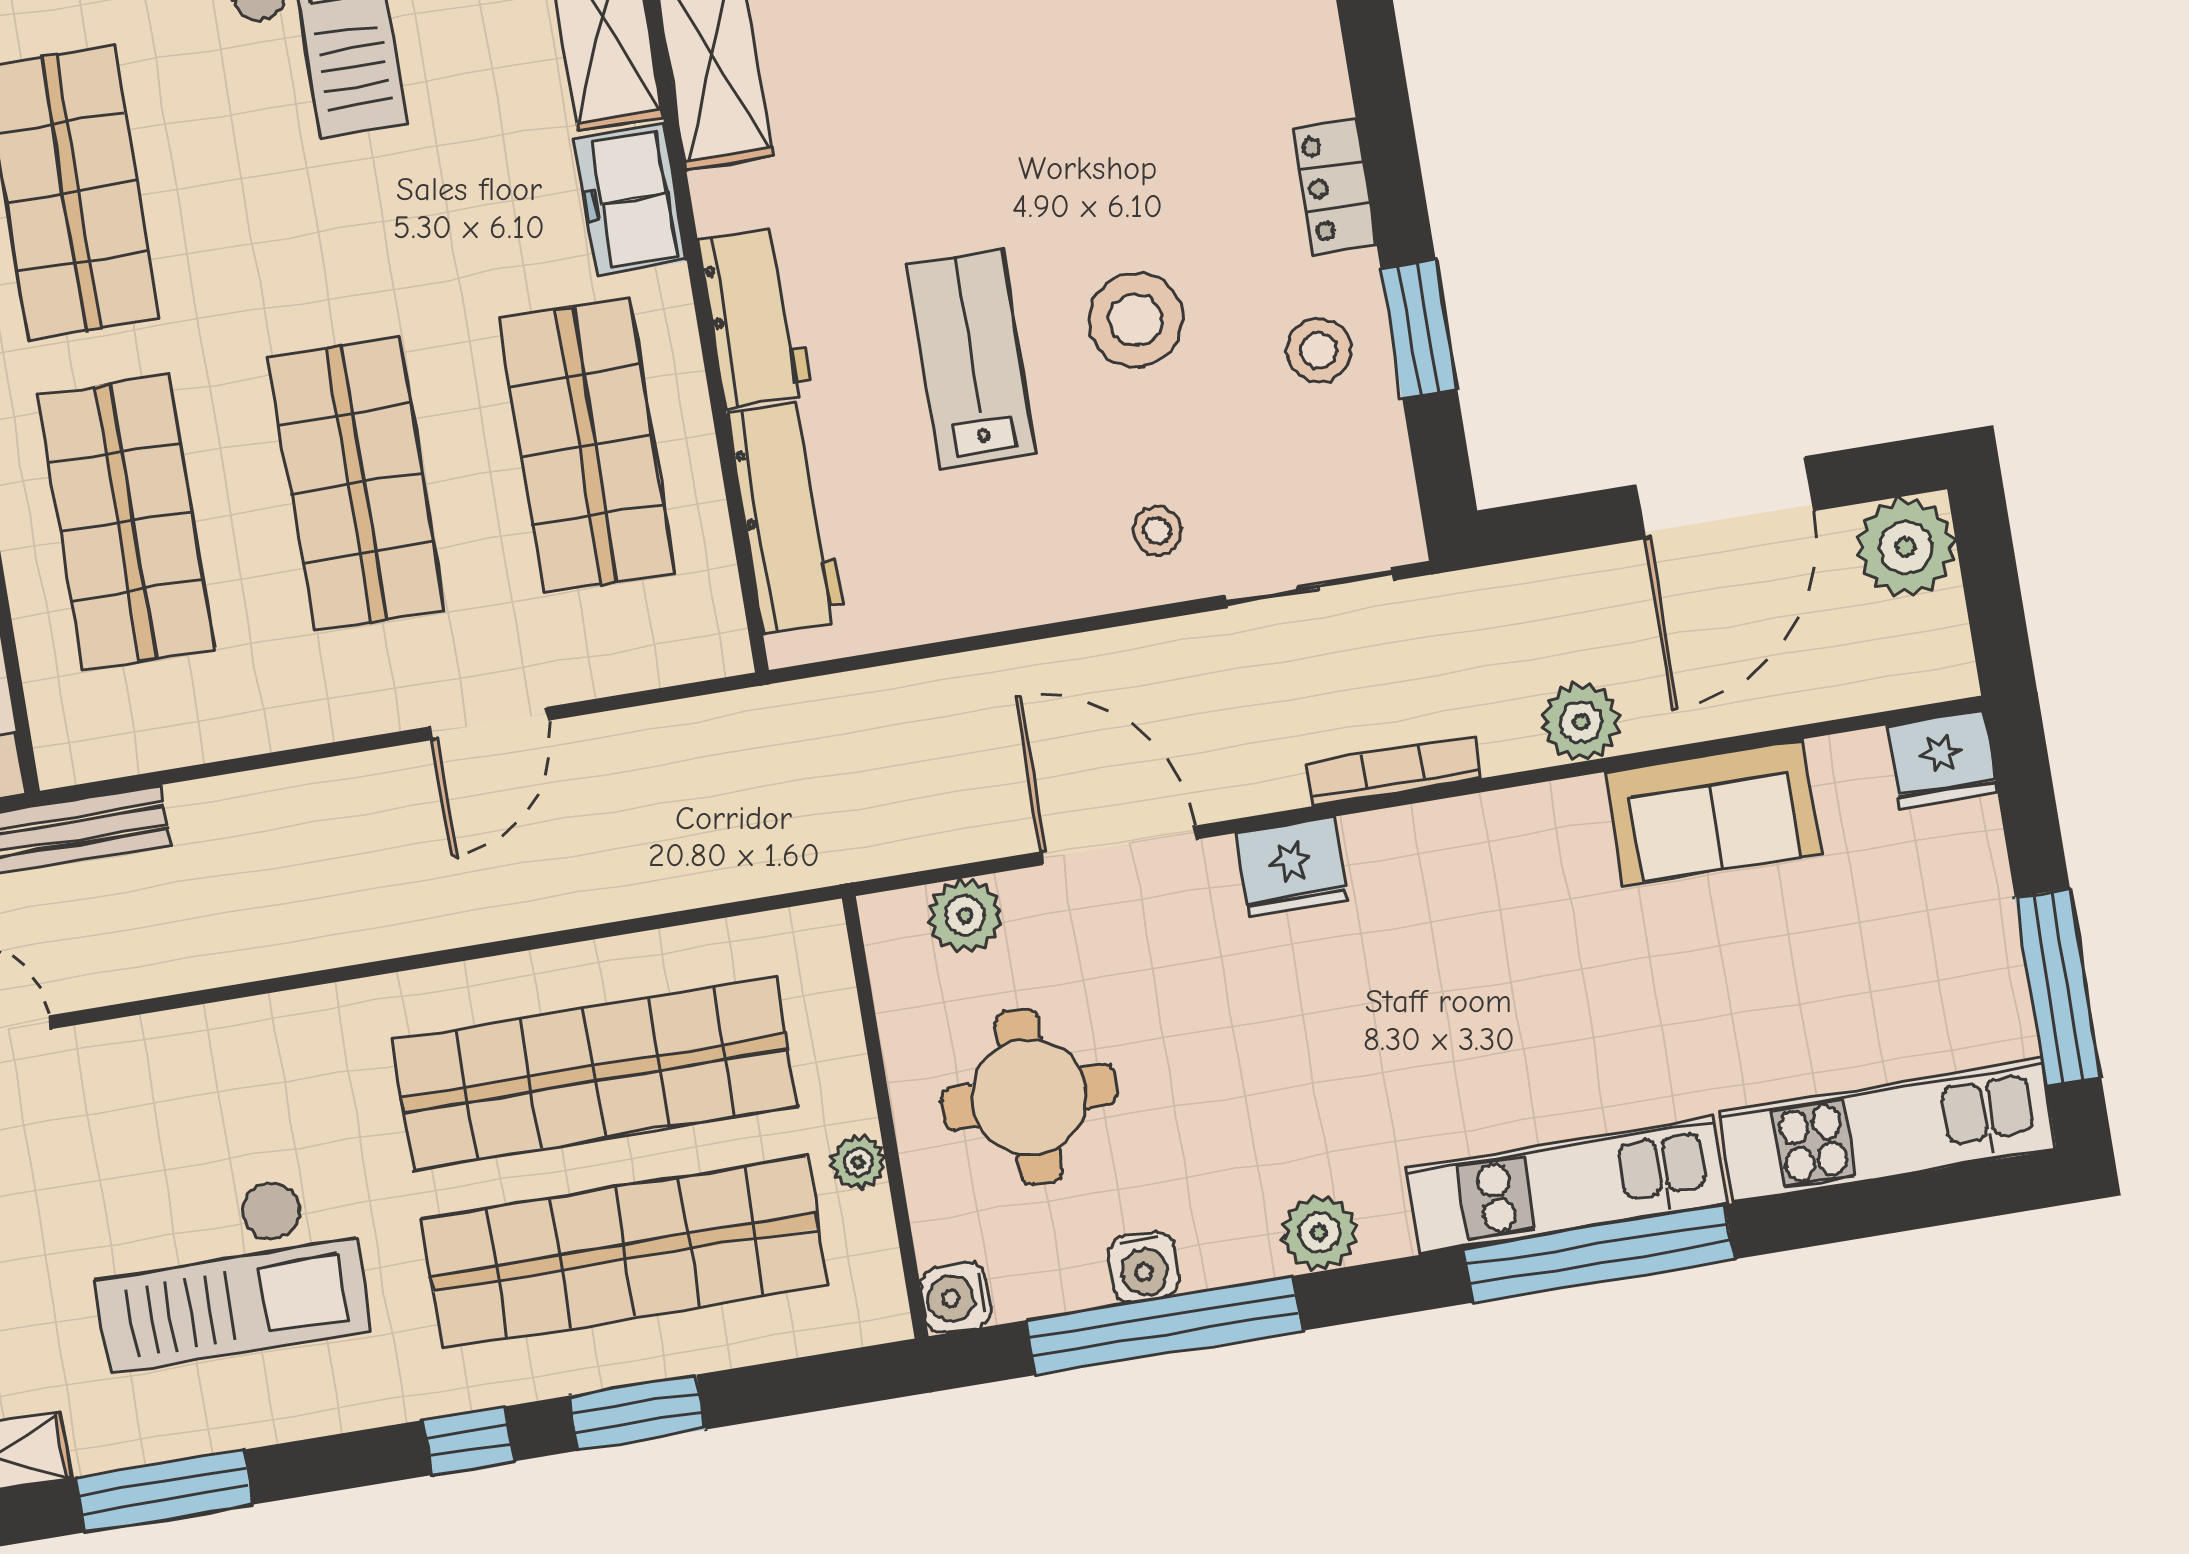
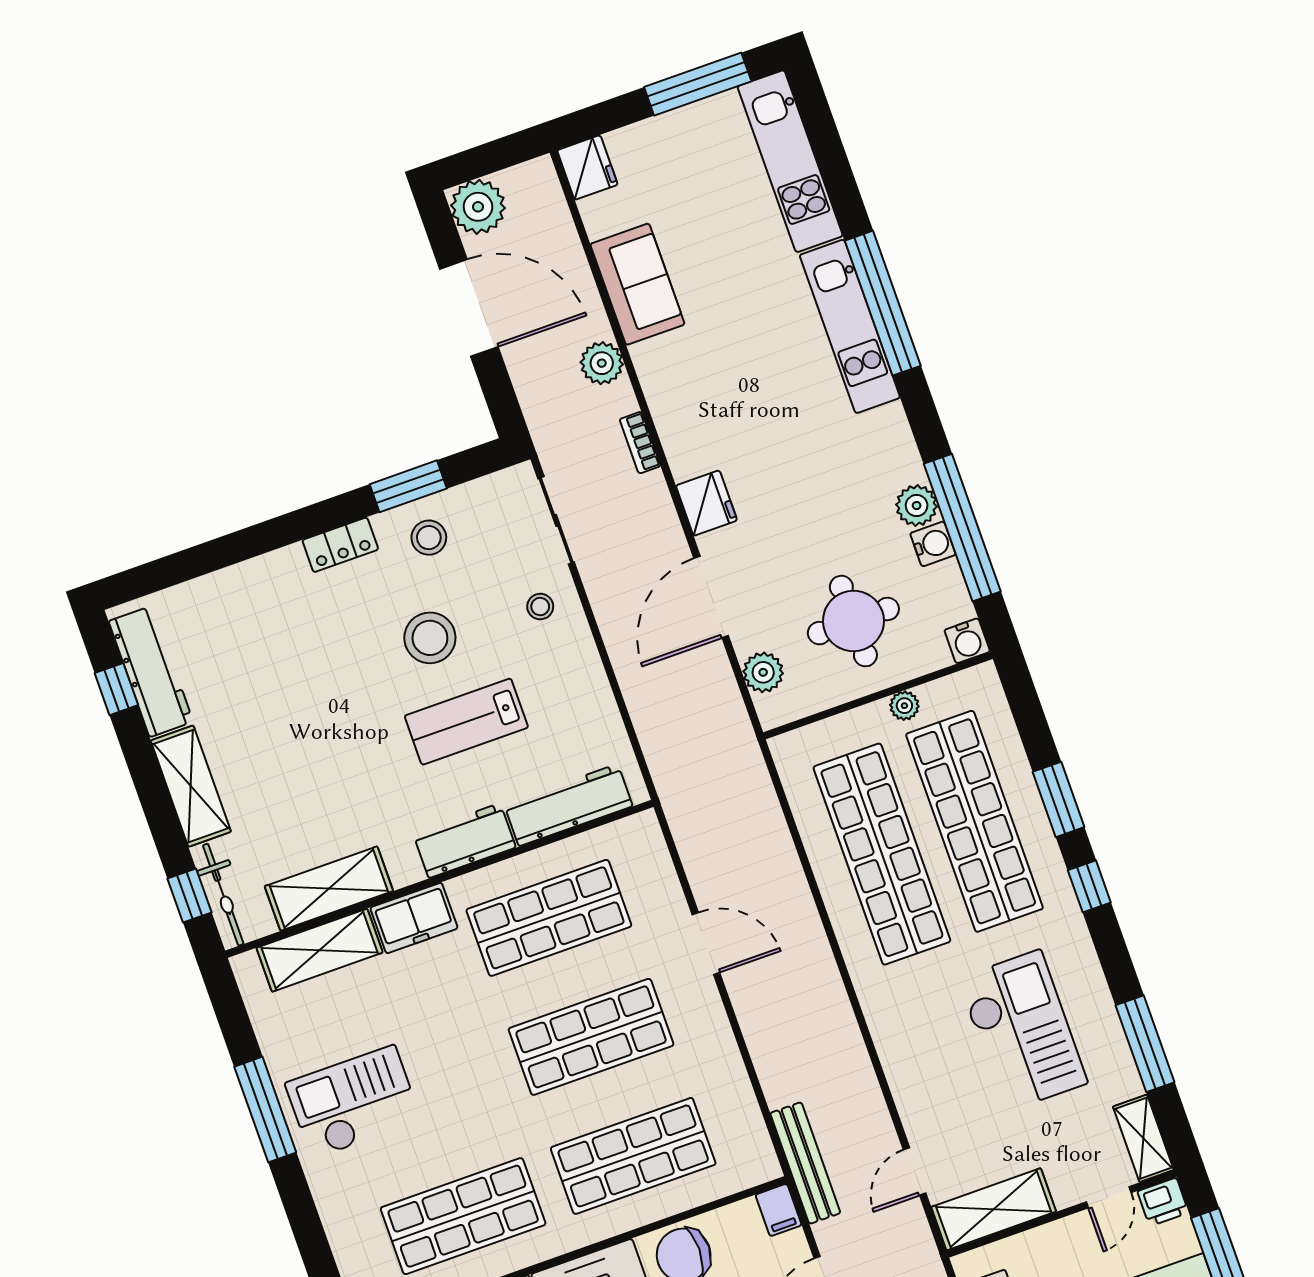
bookcase: (1393, 771) -> (640, 443), width x0.64
plant: (1319, 1233) -> (917, 506), moved

